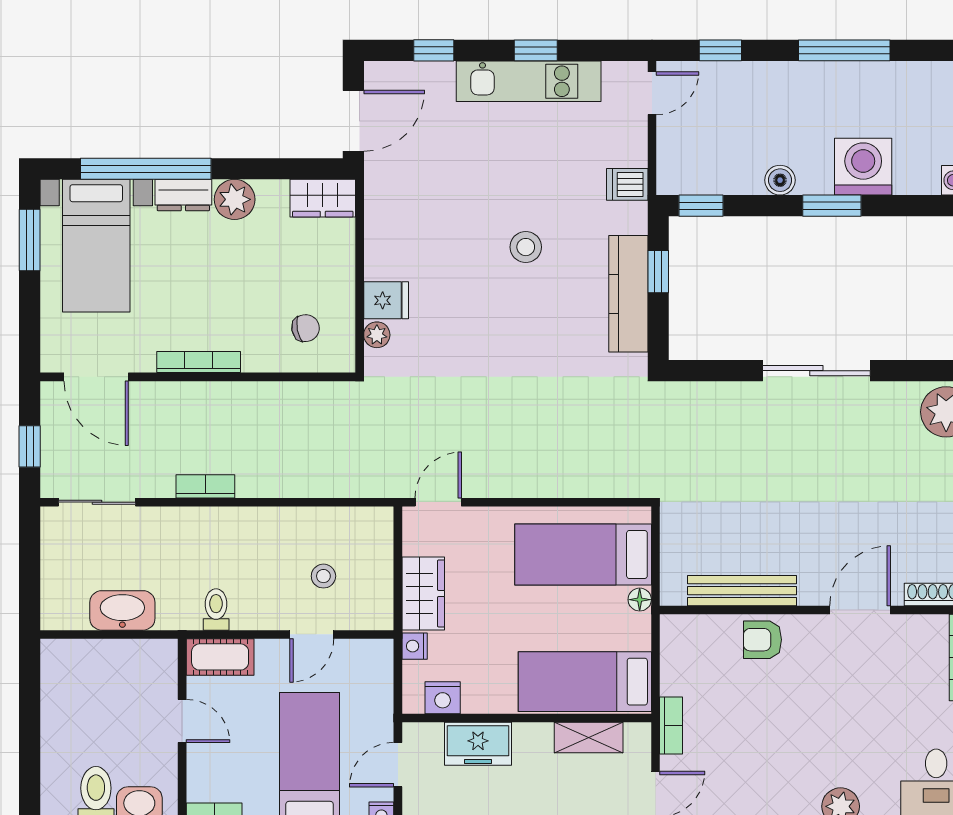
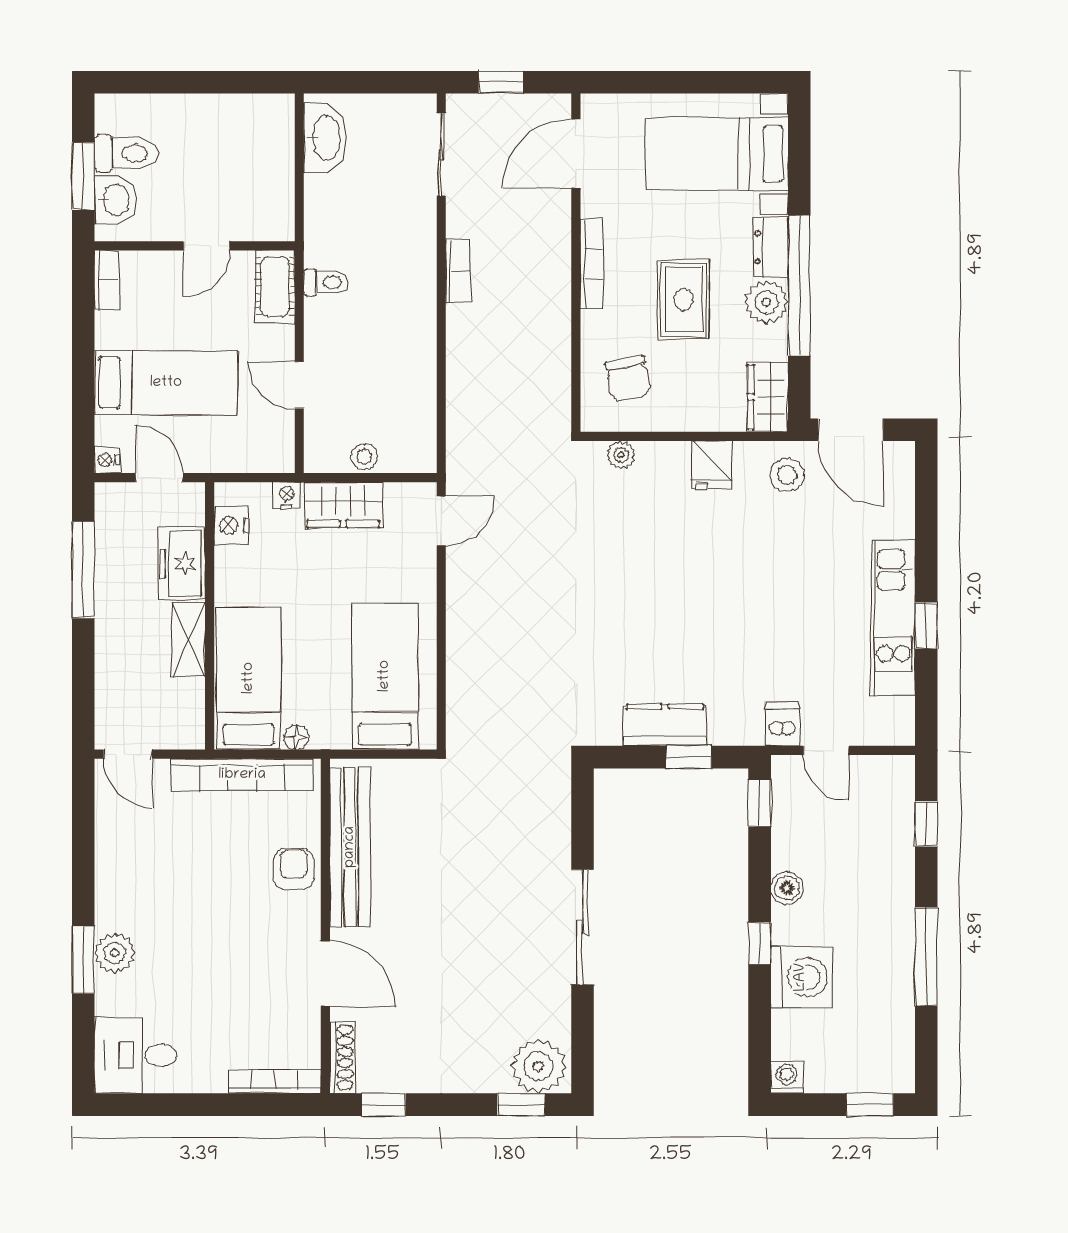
window: (434, 50) -> (926, 516), removed
door: (652, 93) -> (826, 750), moved
window: (146, 169) -> (799, 286), moved
window: (832, 206) -> (760, 943), width x0.67
window: (30, 240) -> (723, 82), removed
stool: (526, 247) -> (787, 475), moved
rug: (232, 276) -> (684, 299), added
kitchen counter: (628, 294) -> (665, 725), width x0.67
fridge: (386, 300) -> (712, 465), moved
chair: (306, 328) -> (628, 378), width x1.37, depth x1.37
door: (438, 502) -> (441, 521), hinge flipped
stool: (323, 576) -> (364, 457), moved
bench: (742, 591) -> (350, 847), width x1.37, depth x1.21
floor lamp: (640, 600) -> (296, 737), moved
washbasin: (122, 610) -> (325, 138), moved
bookcase: (671, 725) -> (242, 775), width x2.31, depth x1.31
shelving: (589, 738) -> (189, 639), moved

